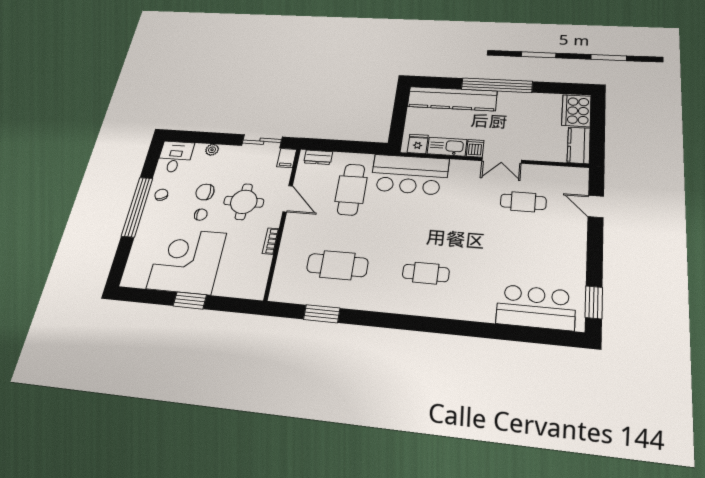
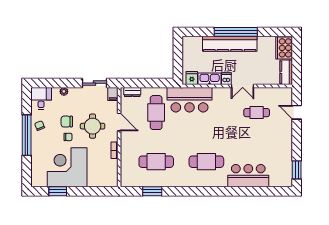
kitchen counter: (452, 99) -> (230, 44), moved
cafe table: (426, 273) -> (206, 162), width x1.37, depth x1.35
window: (190, 300) -> (58, 191), moved
bar counter: (536, 307) -> (248, 176), moved

